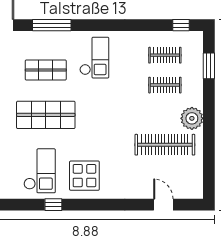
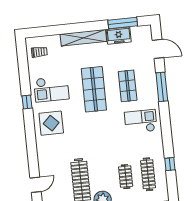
window: (181, 25) -> (170, 164), moved
clothes rail: (165, 55) -> (148, 174), width x1.36
checkout: (94, 58) -> (141, 121), turned 180

